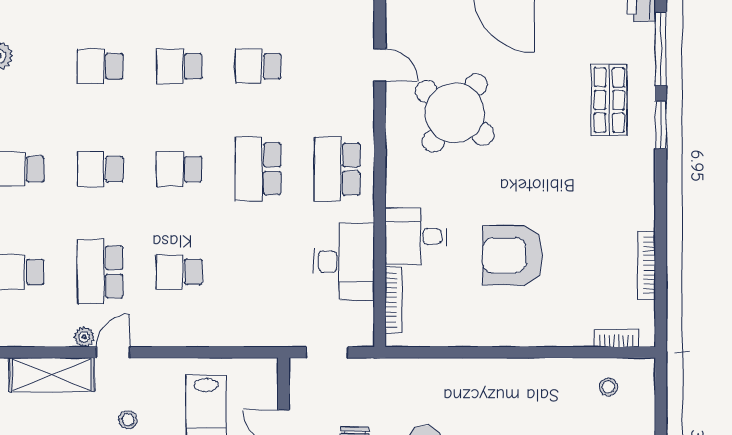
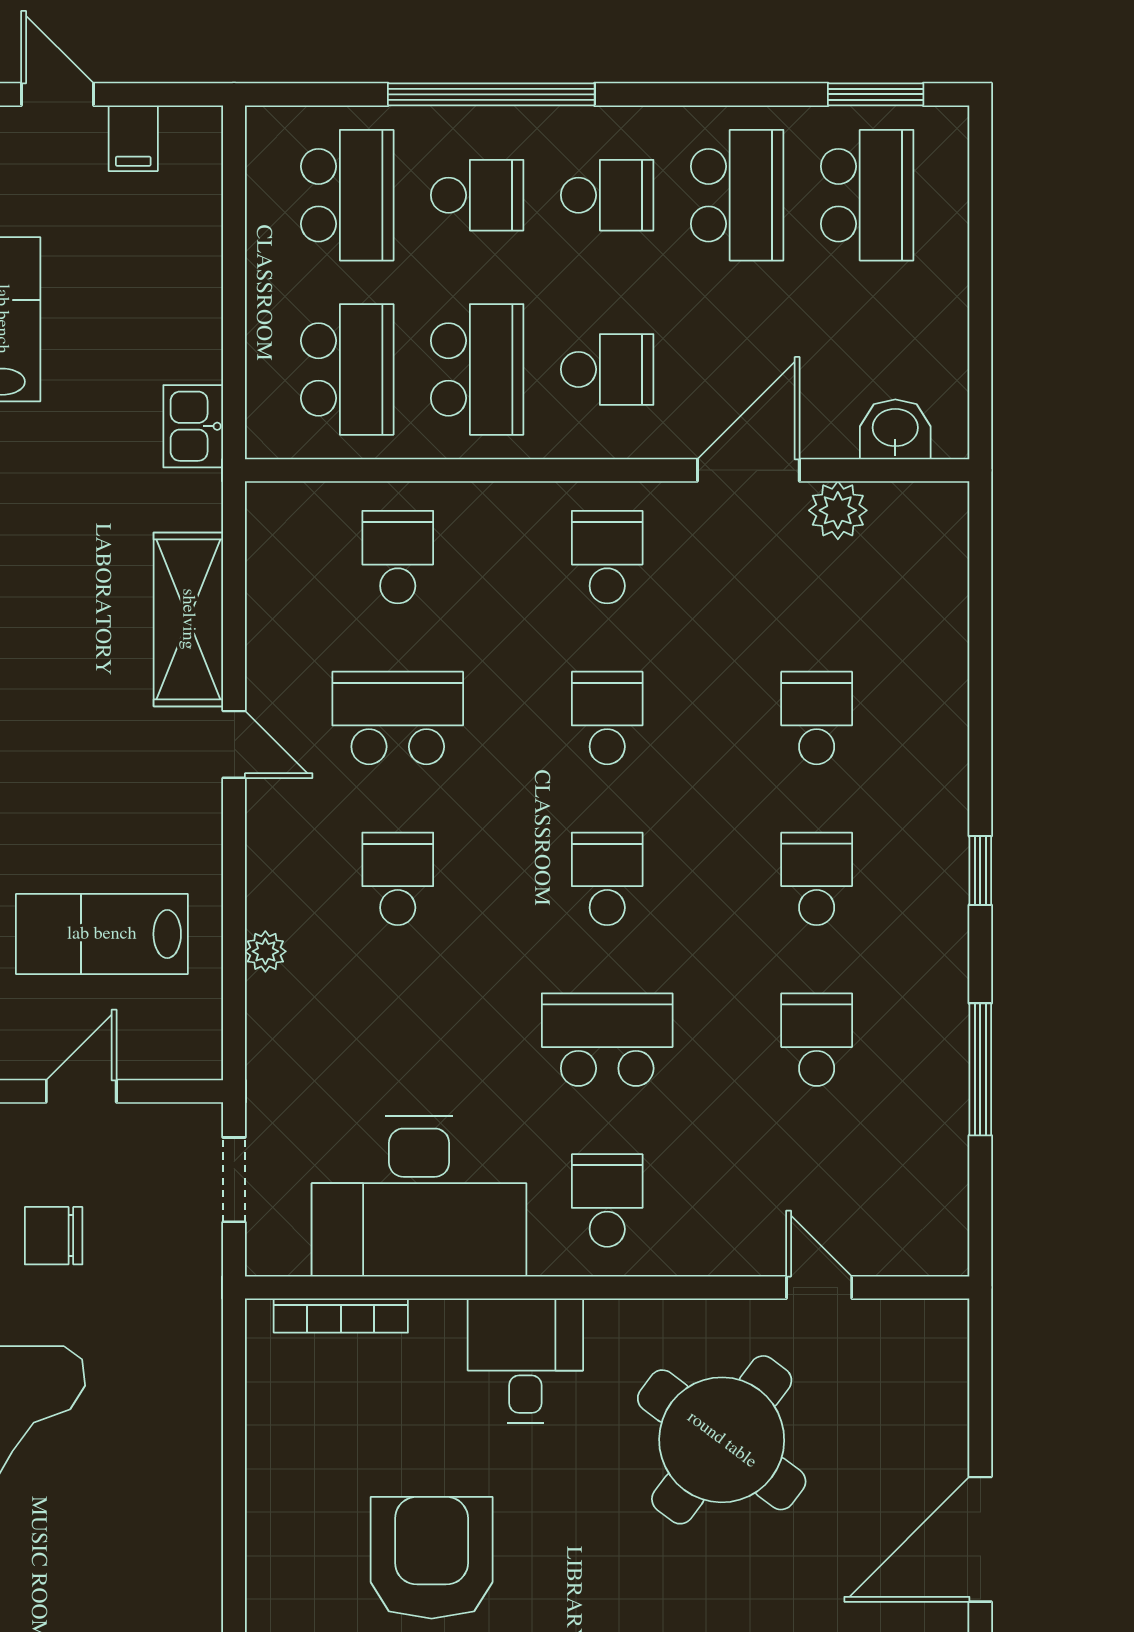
door: (380, 65) -> (819, 1287), swing flipped
school desk: (337, 169) -> (607, 1201), width x0.54
desk: (416, 236) -> (525, 1361), moved
desk: (344, 261) -> (419, 1196), width x1.36, depth x1.30
plant: (84, 337) -> (265, 951), moved
stool: (128, 420) -> (97, 774), removed

